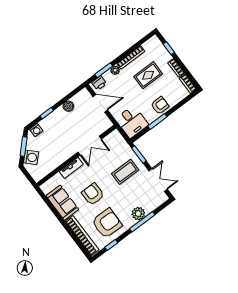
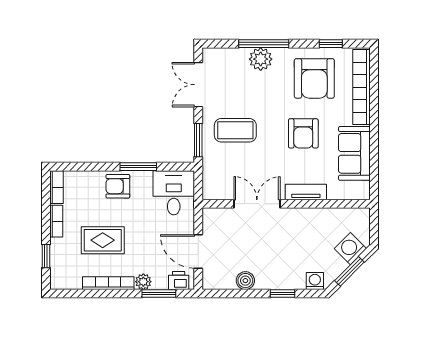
armchair: (107, 223) -> (314, 78), turned -91

